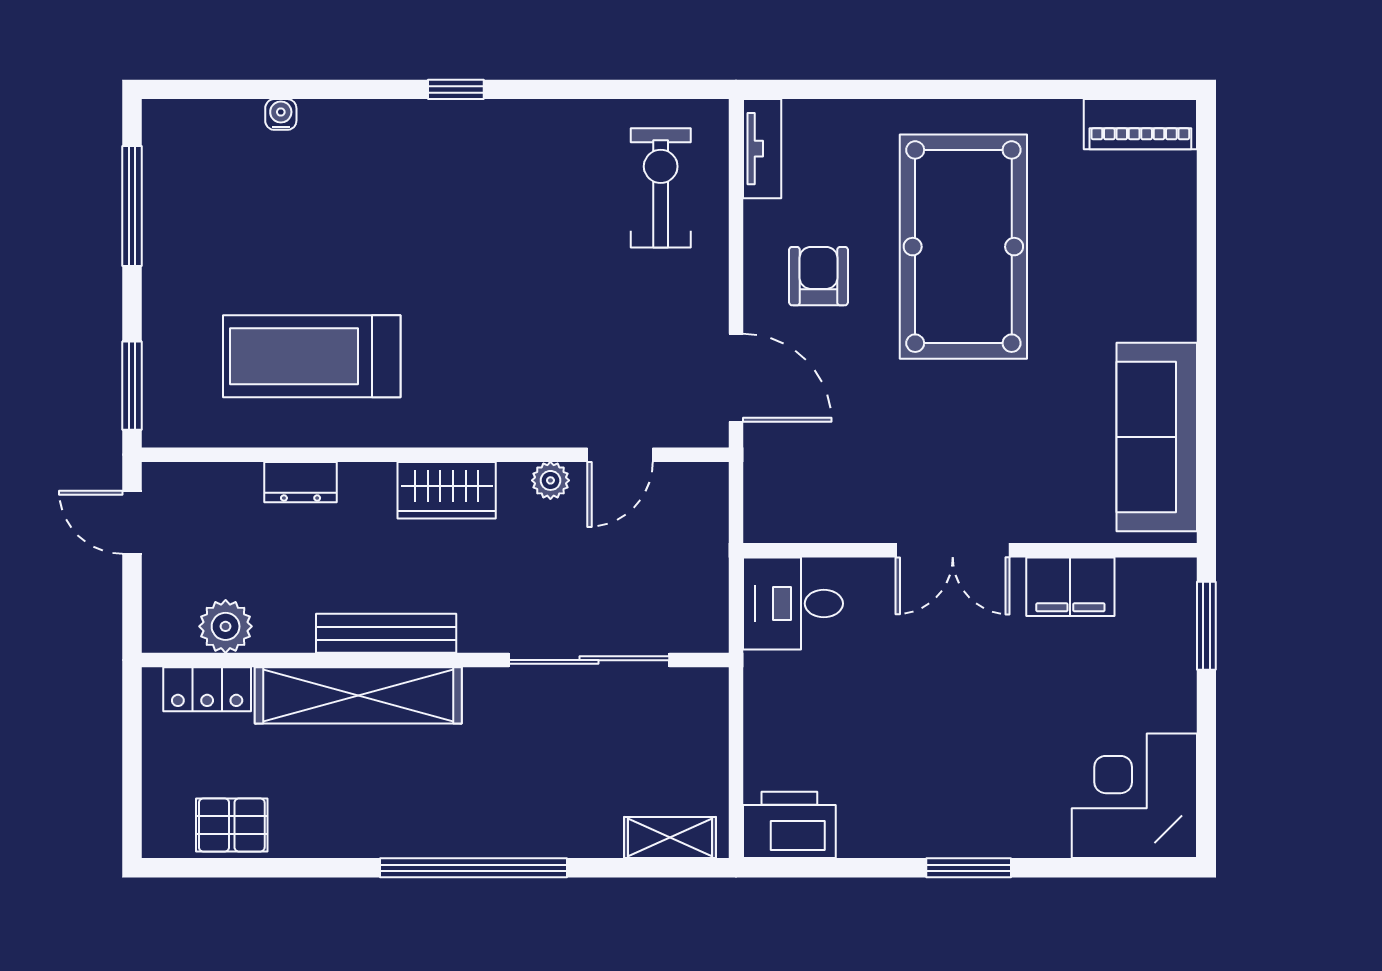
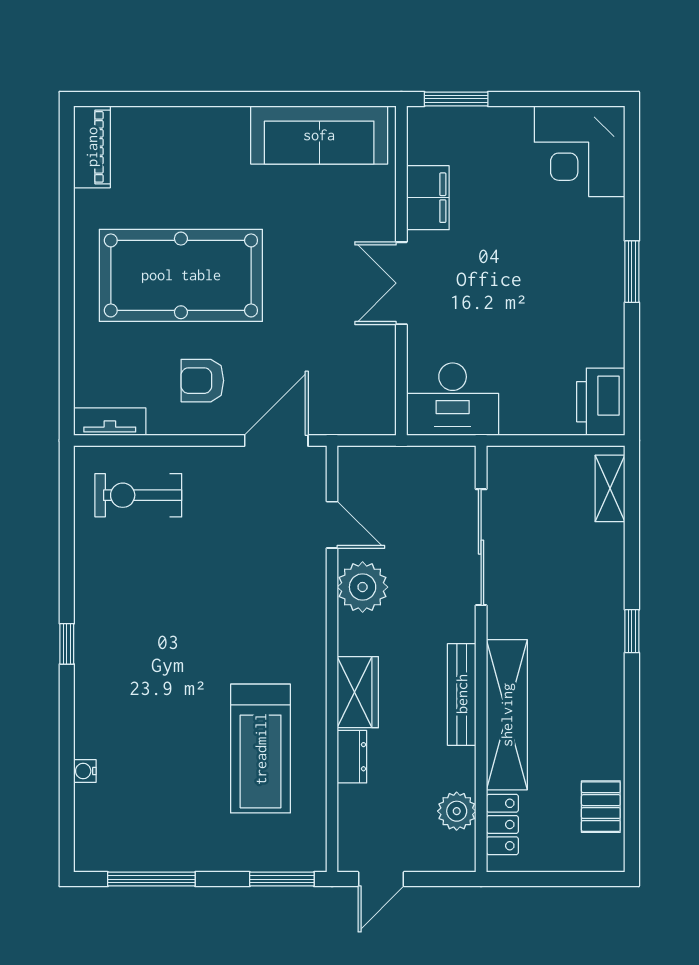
plant: (550, 480) -> (363, 587), width x1.88, depth x1.88
wardrobe: (447, 490) -> (358, 692), moved
double door: (953, 550) -> (401, 283), swing flipped
desk: (793, 604) -> (453, 399), width x1.37
window: (473, 868) -> (632, 631), width x0.32

